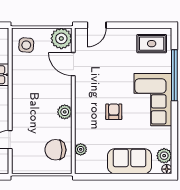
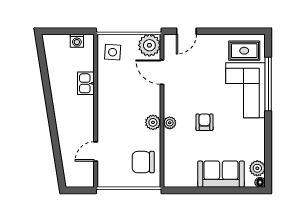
corner sofa: (153, 100) -> (245, 90), moved
plant: (81, 149) -> (170, 123), moved

